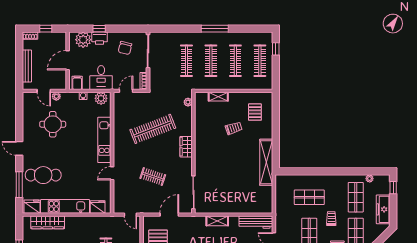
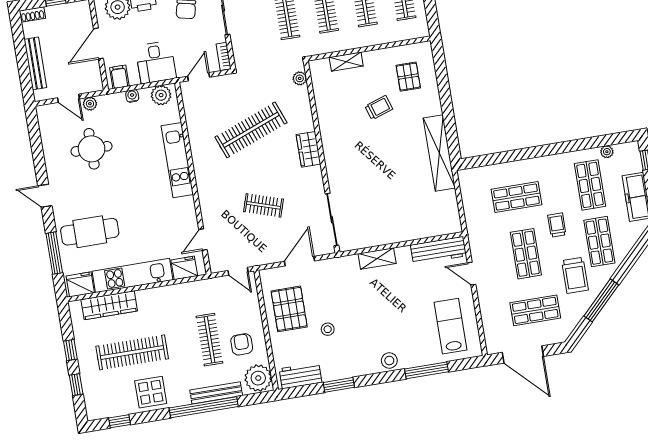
door: (112, 173) -> (203, 240), moved

